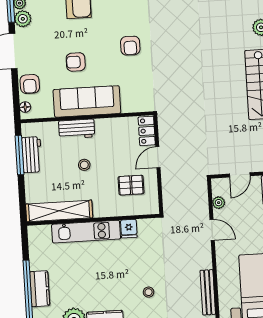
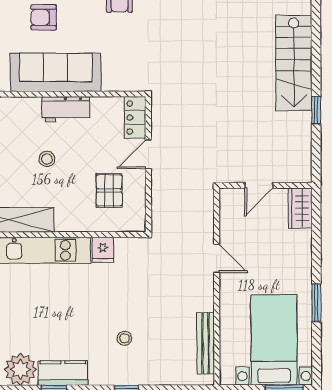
workbench: (77, 129) -> (66, 109), moved
pallet: (131, 185) -> (109, 190), turned 90
plant: (219, 203) -> (228, 221), removed

